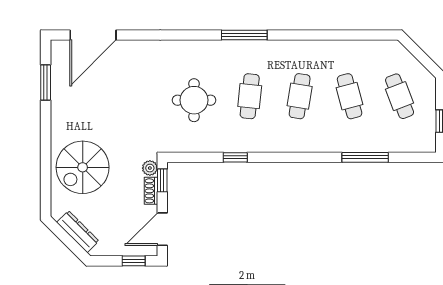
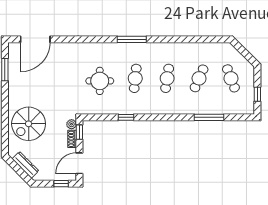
cafe table: (350, 96) -> (199, 78), turned 39

